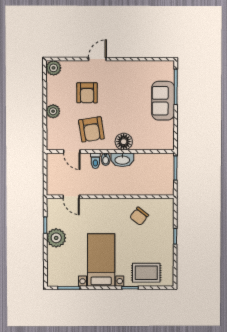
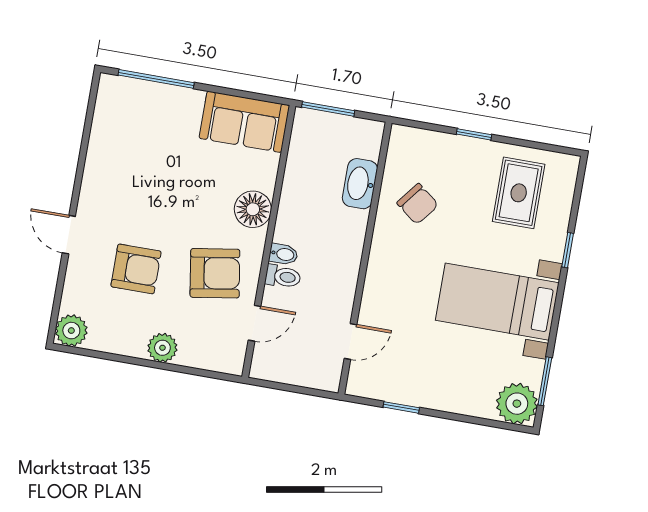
sofa: (163, 101) -> (244, 122), moved
washbasin: (122, 160) -> (360, 184), moved, turned 180
plant: (56, 238) -> (517, 404), moved
rug: (146, 273) -> (519, 193), moved

